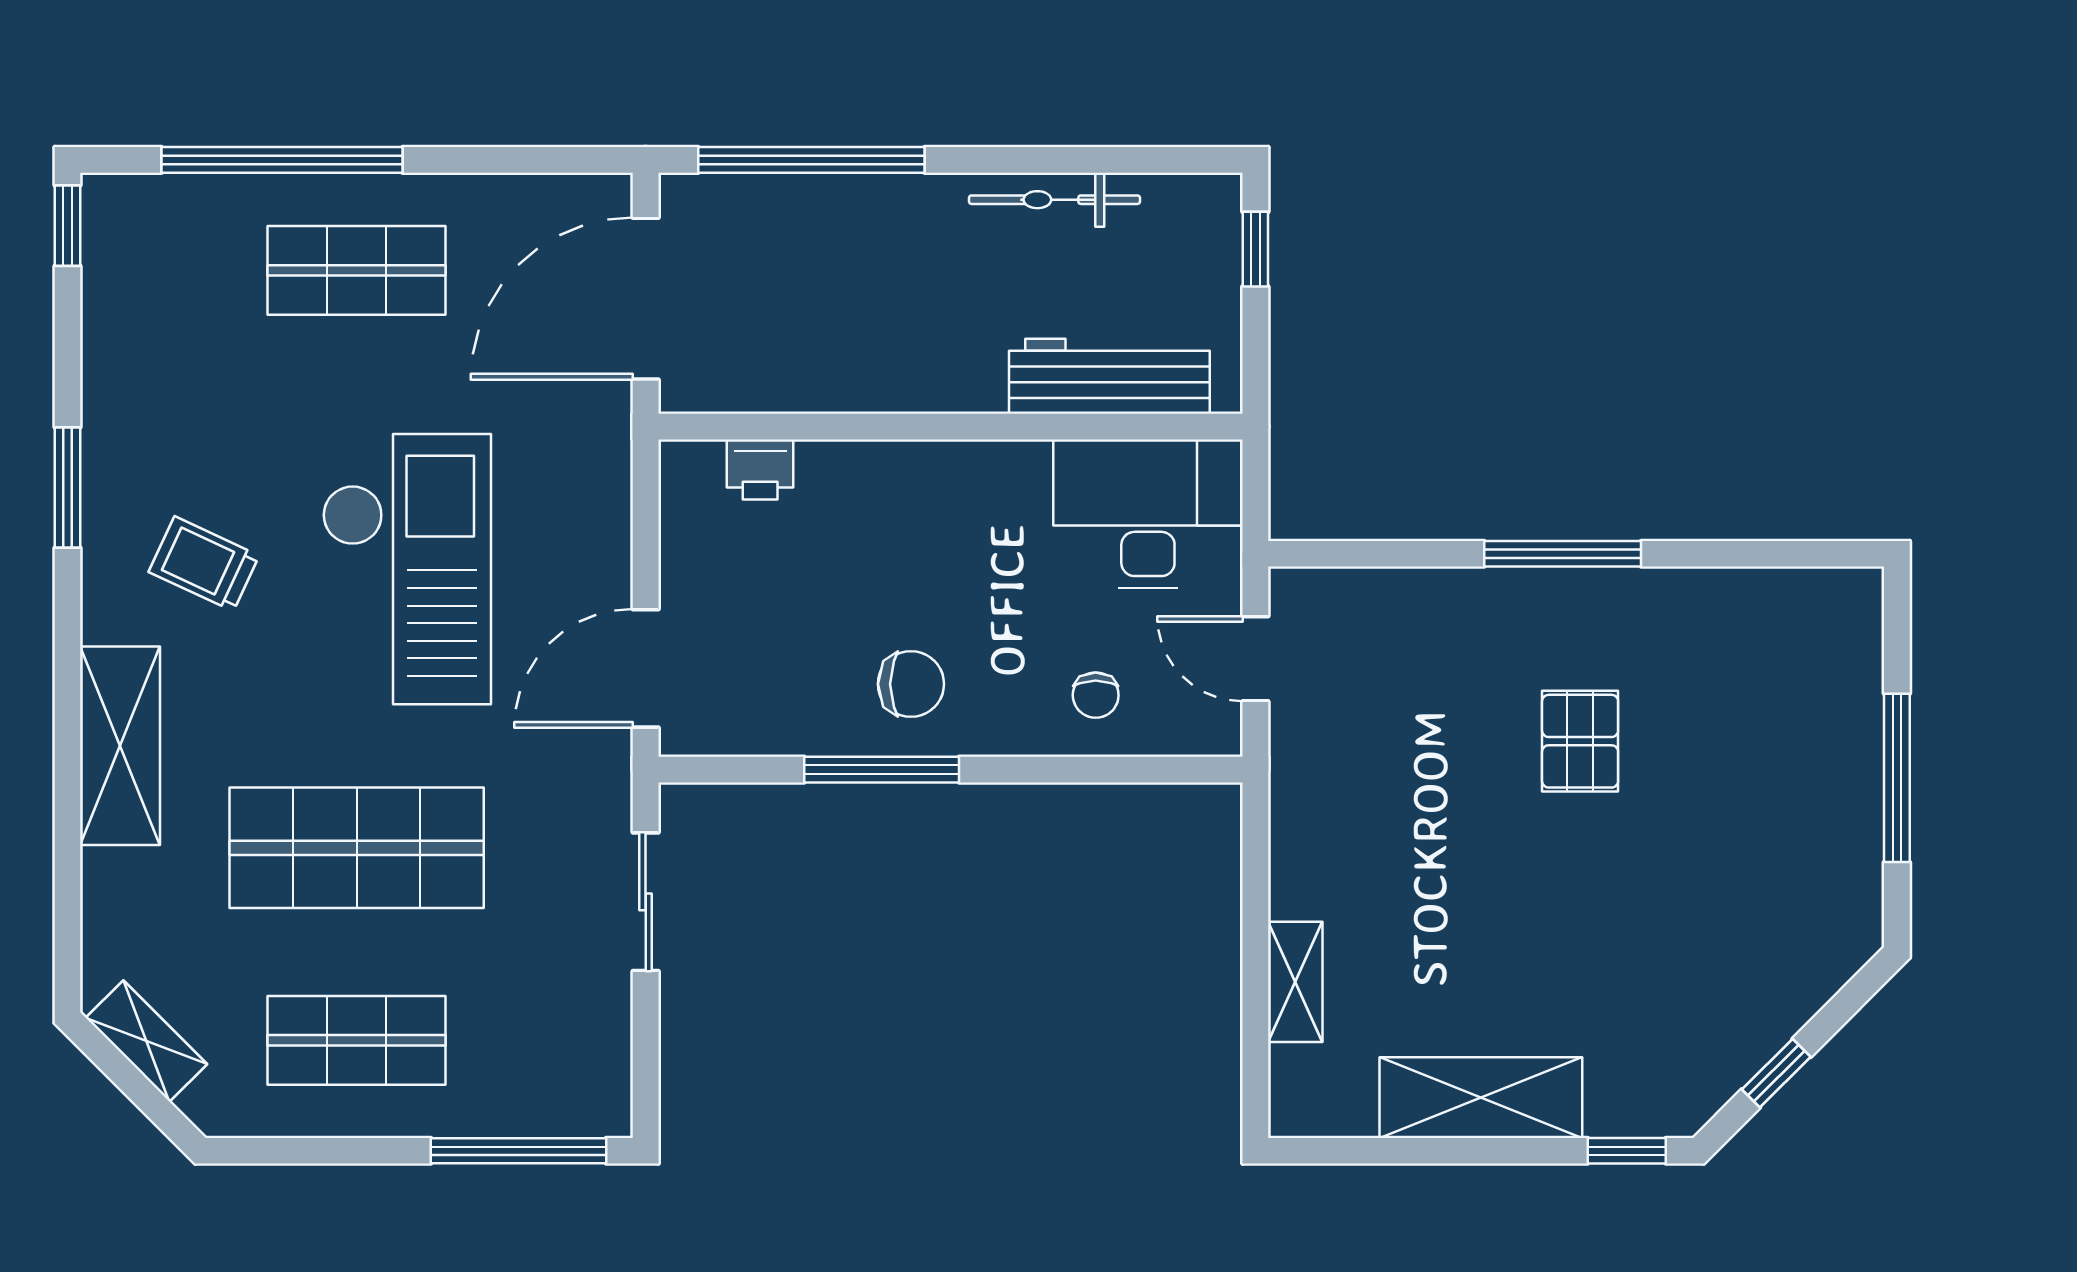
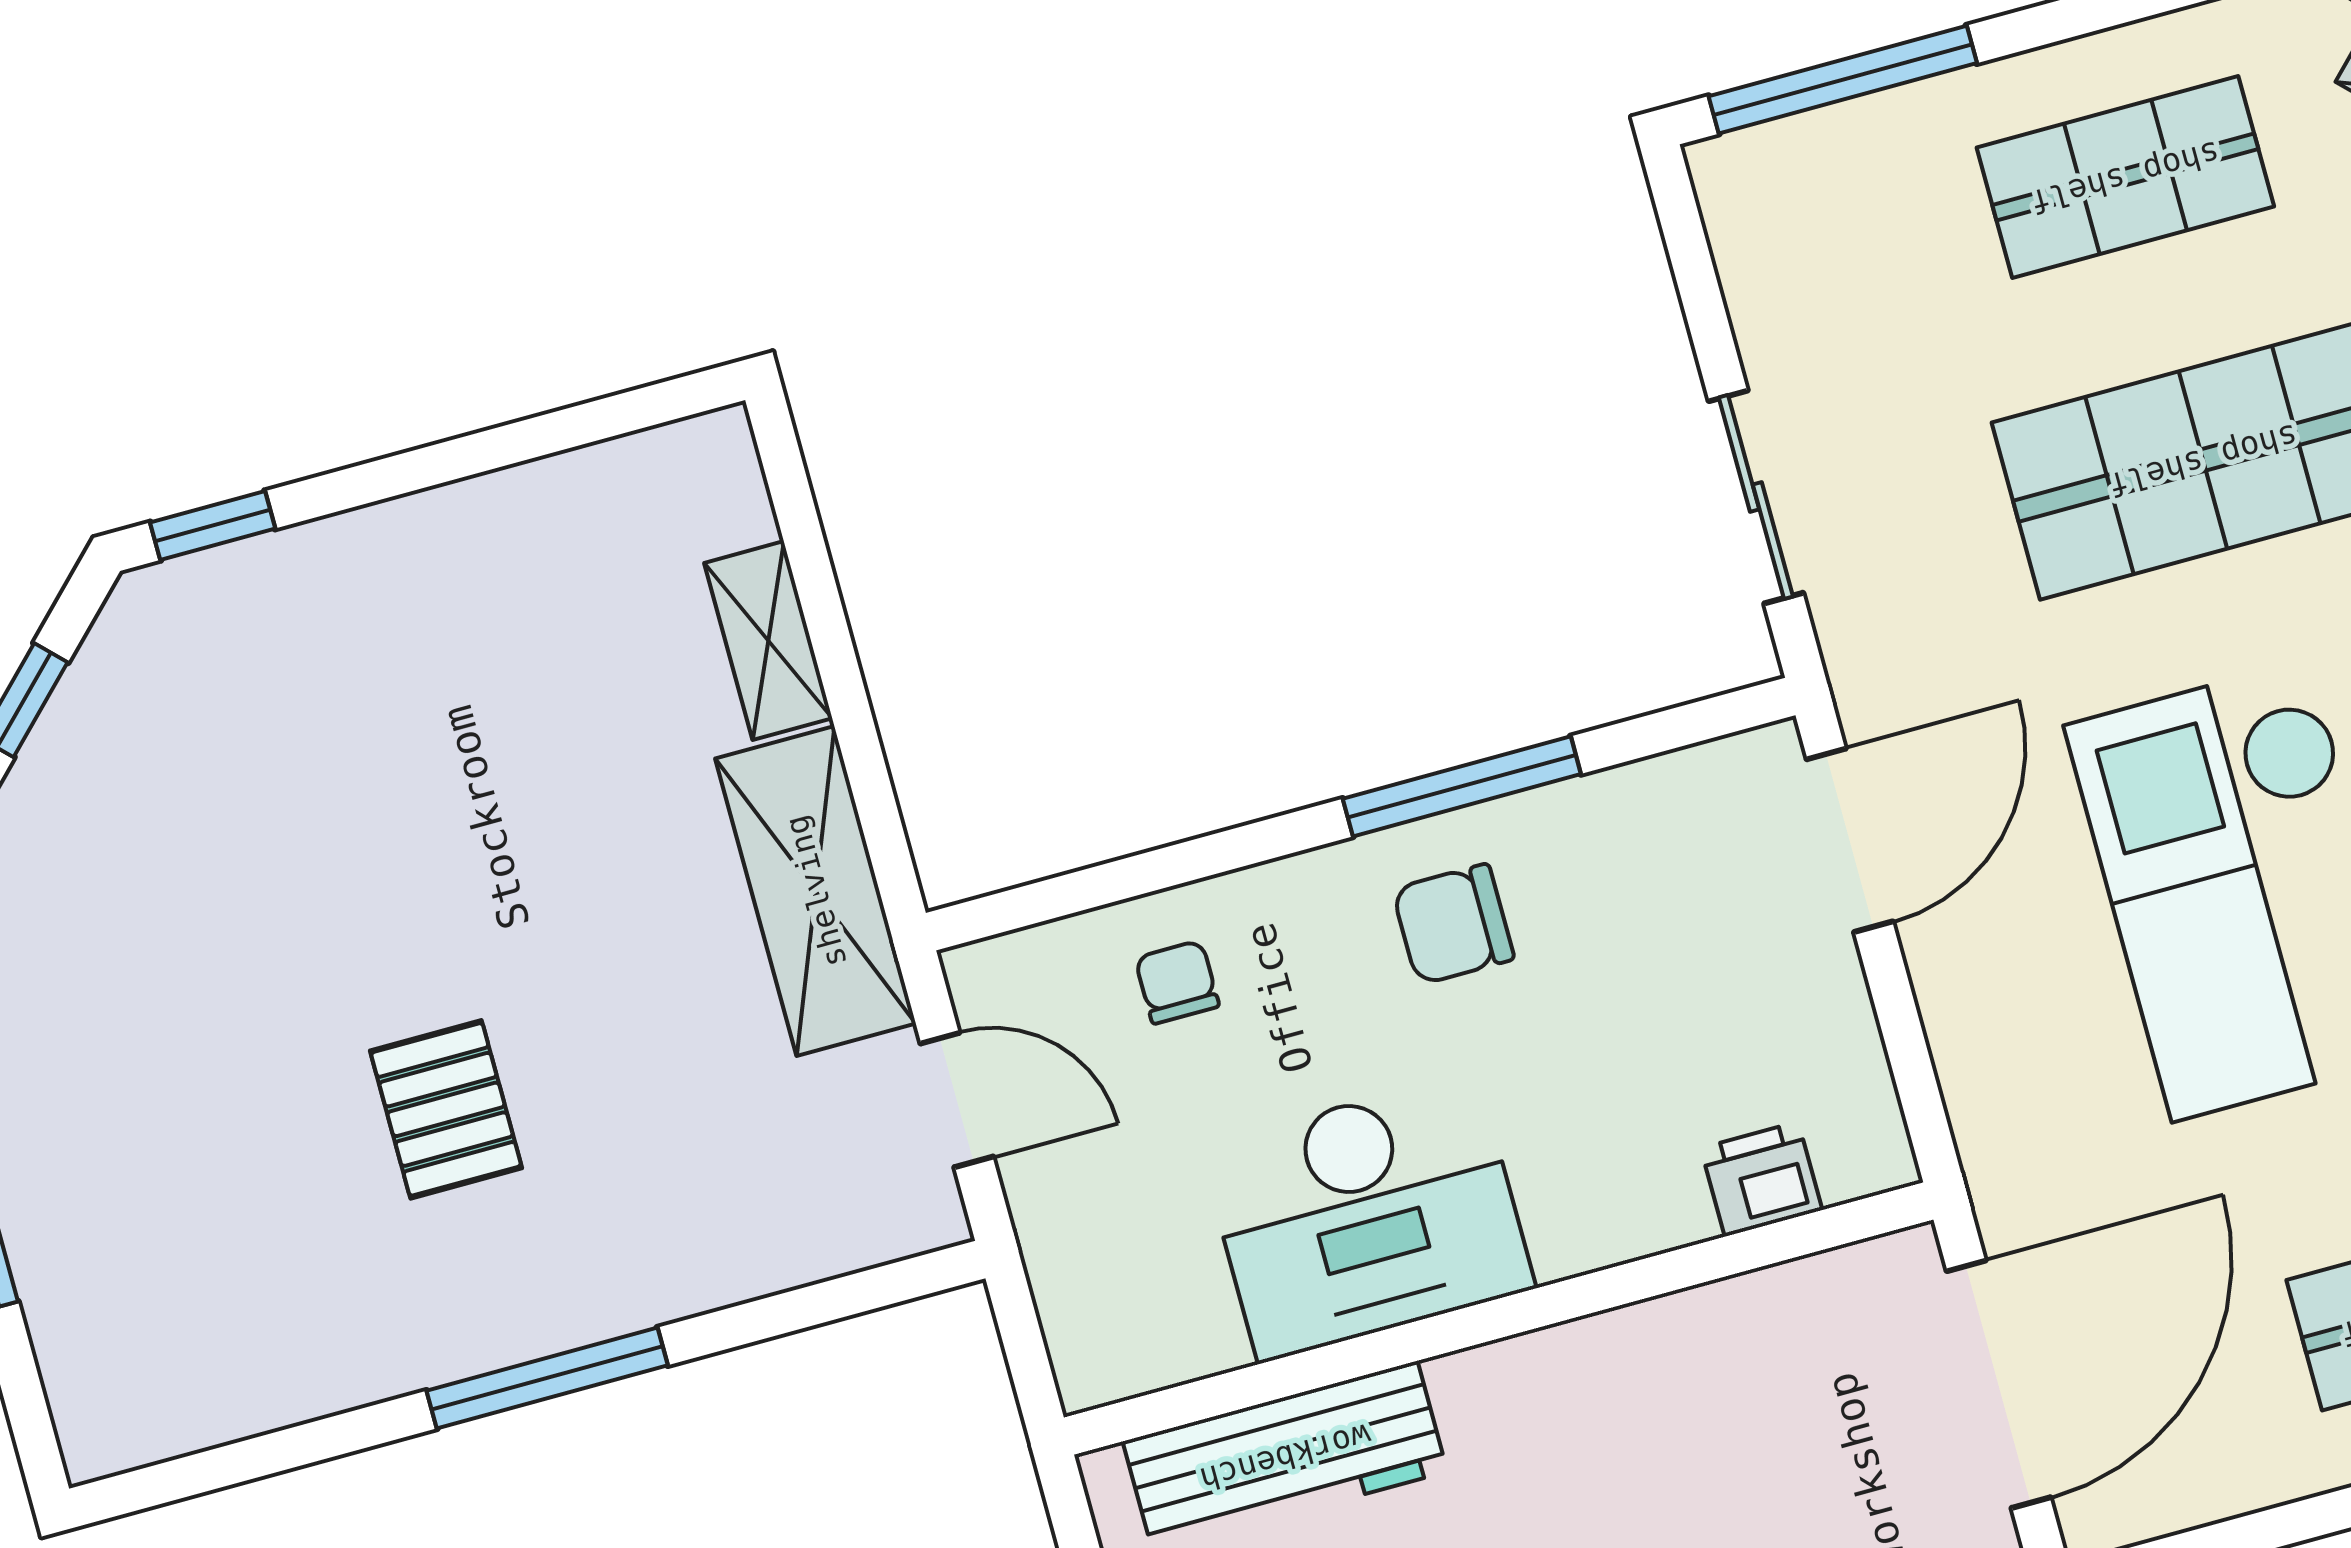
desk: (1148, 514) -> (1367, 1217), moved
shelving: (1481, 1098) -> (816, 891), moved, turned 90

